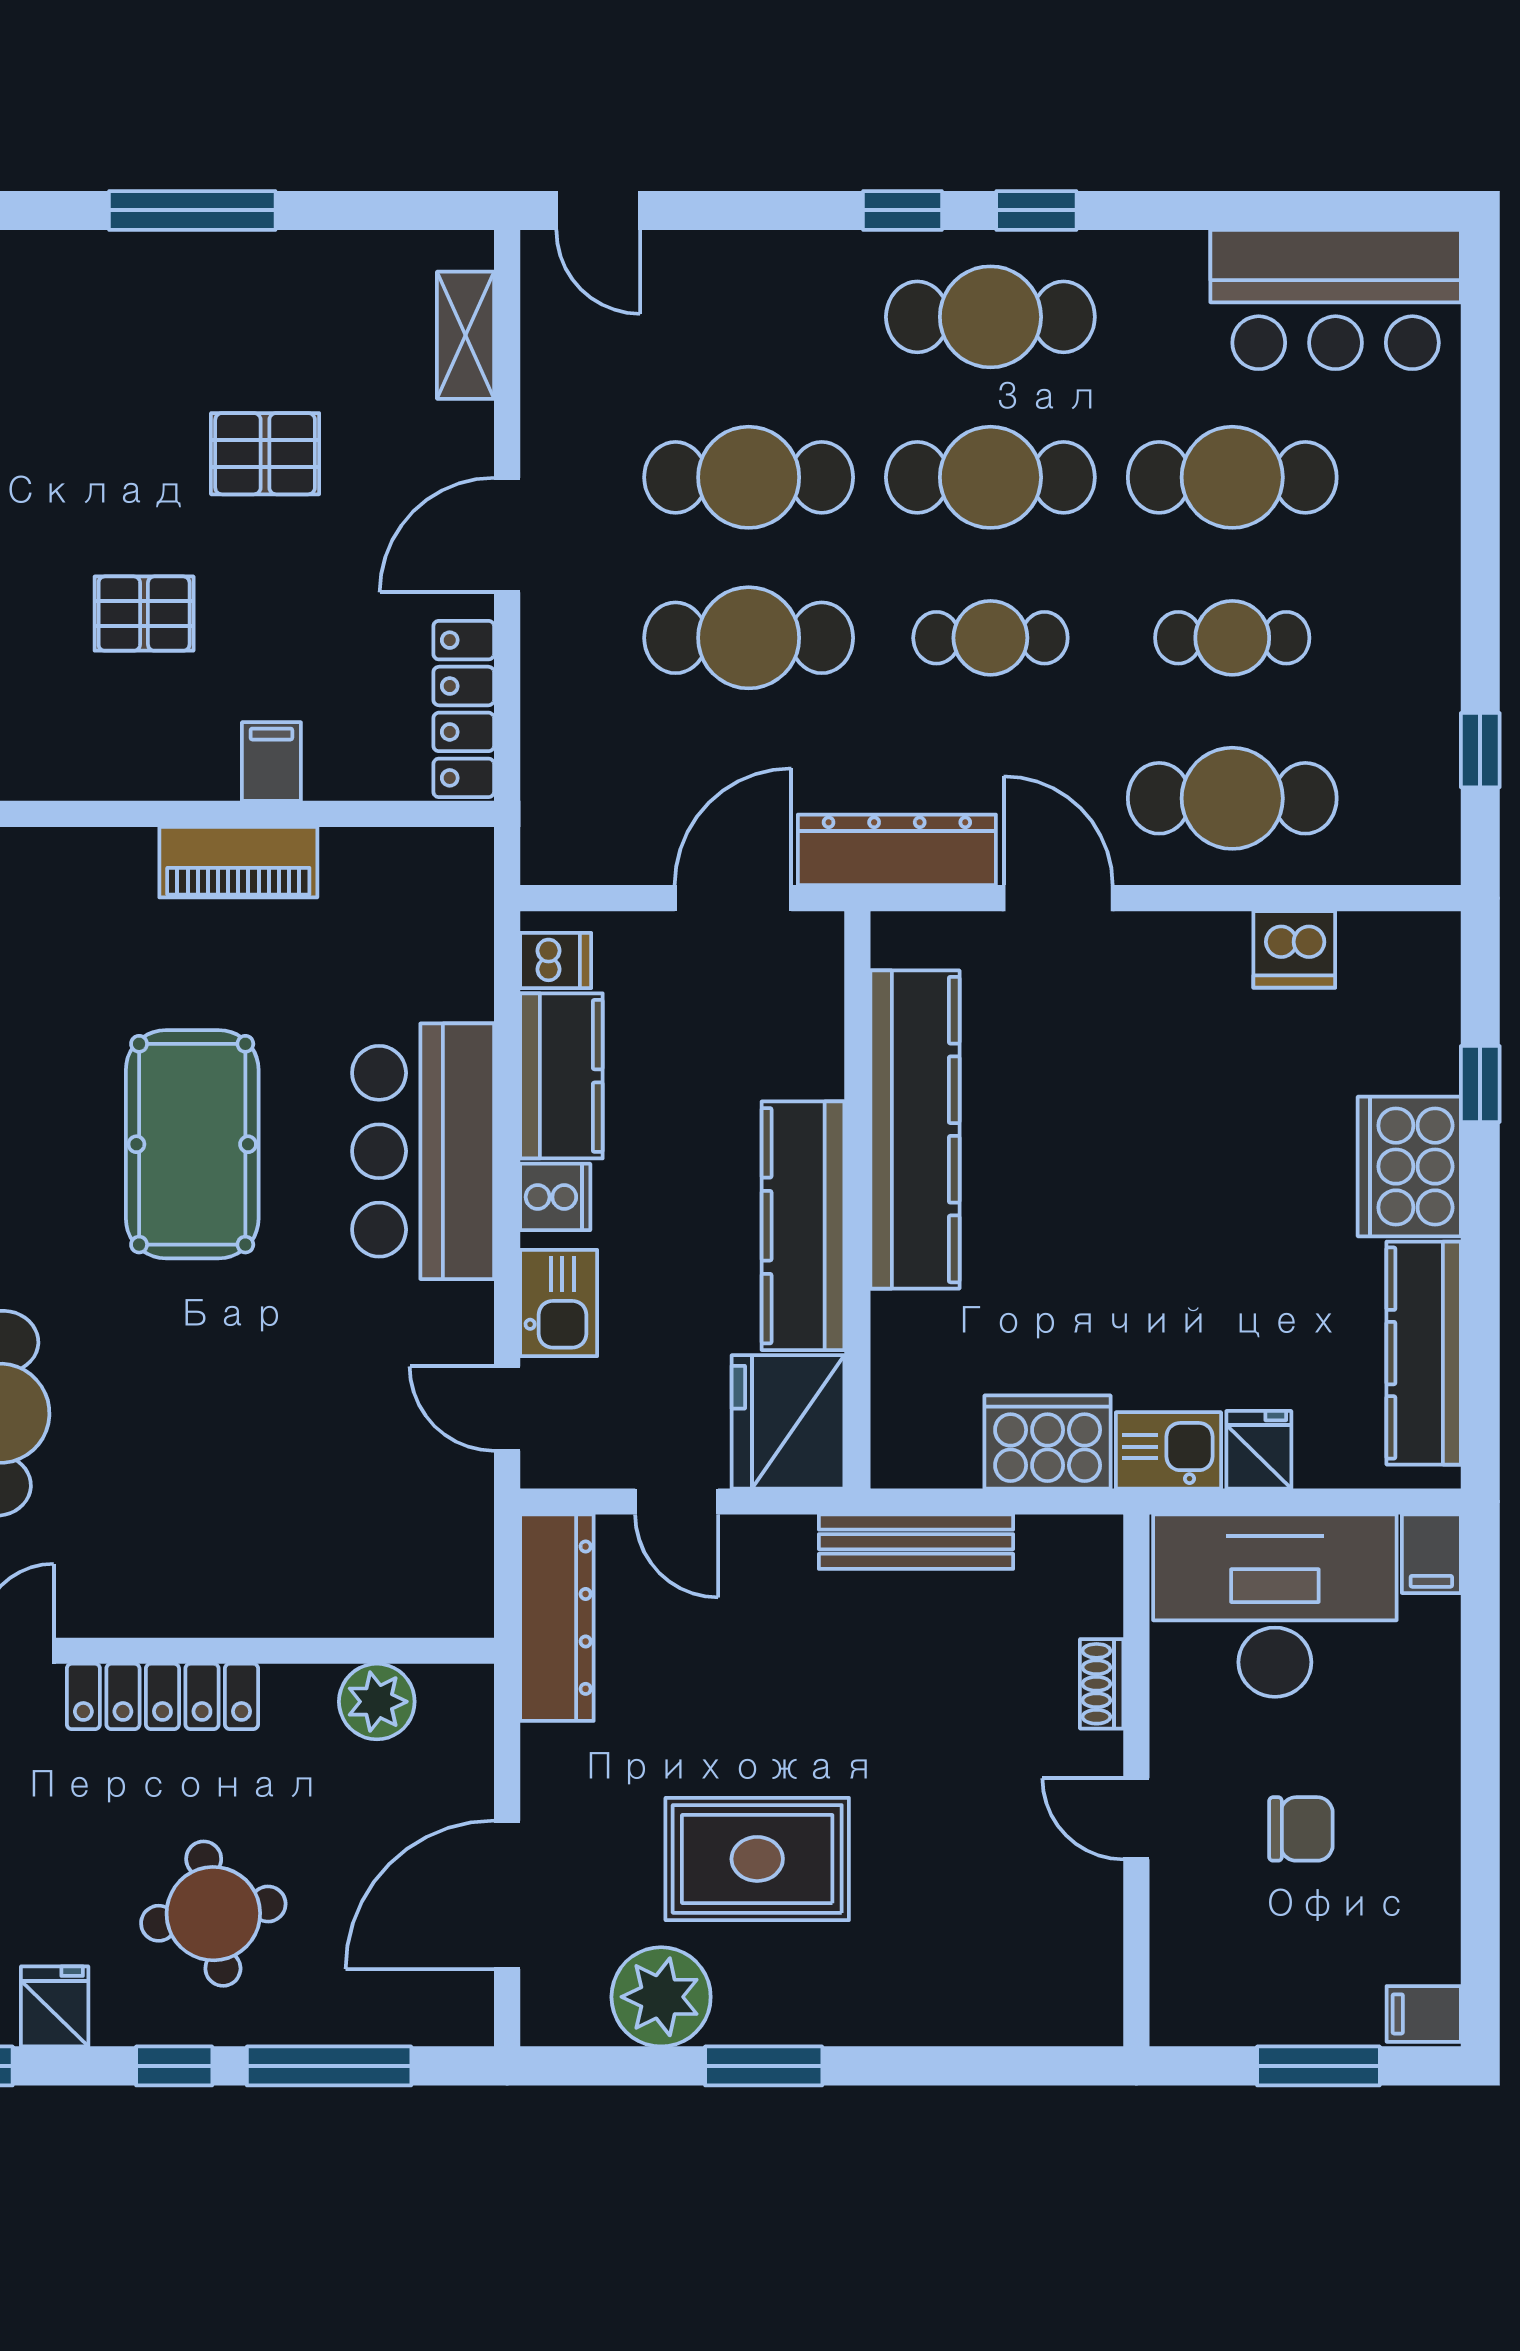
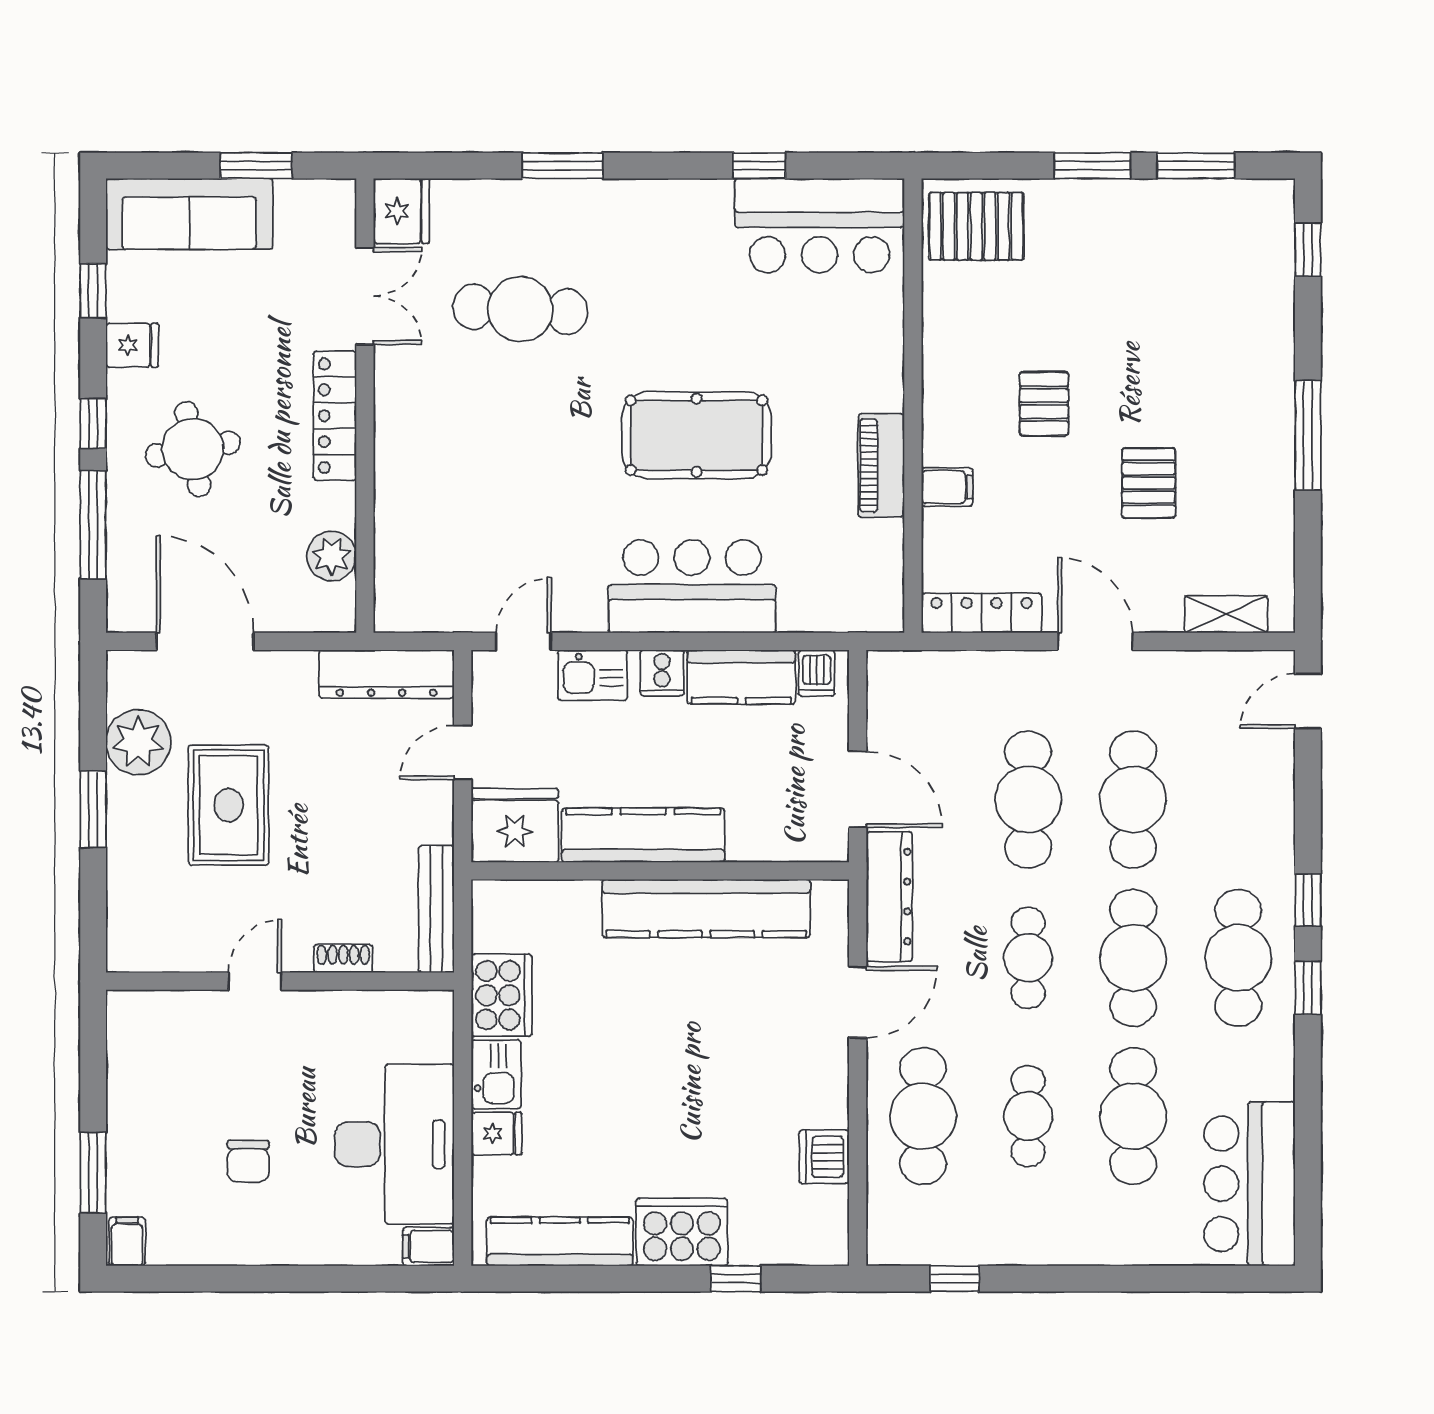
shoe rack: (1102, 1684) -> (343, 958), moved
wall: (1136, 1780) -> (280, 981), moved
door: (1136, 1819) -> (255, 981), moved

